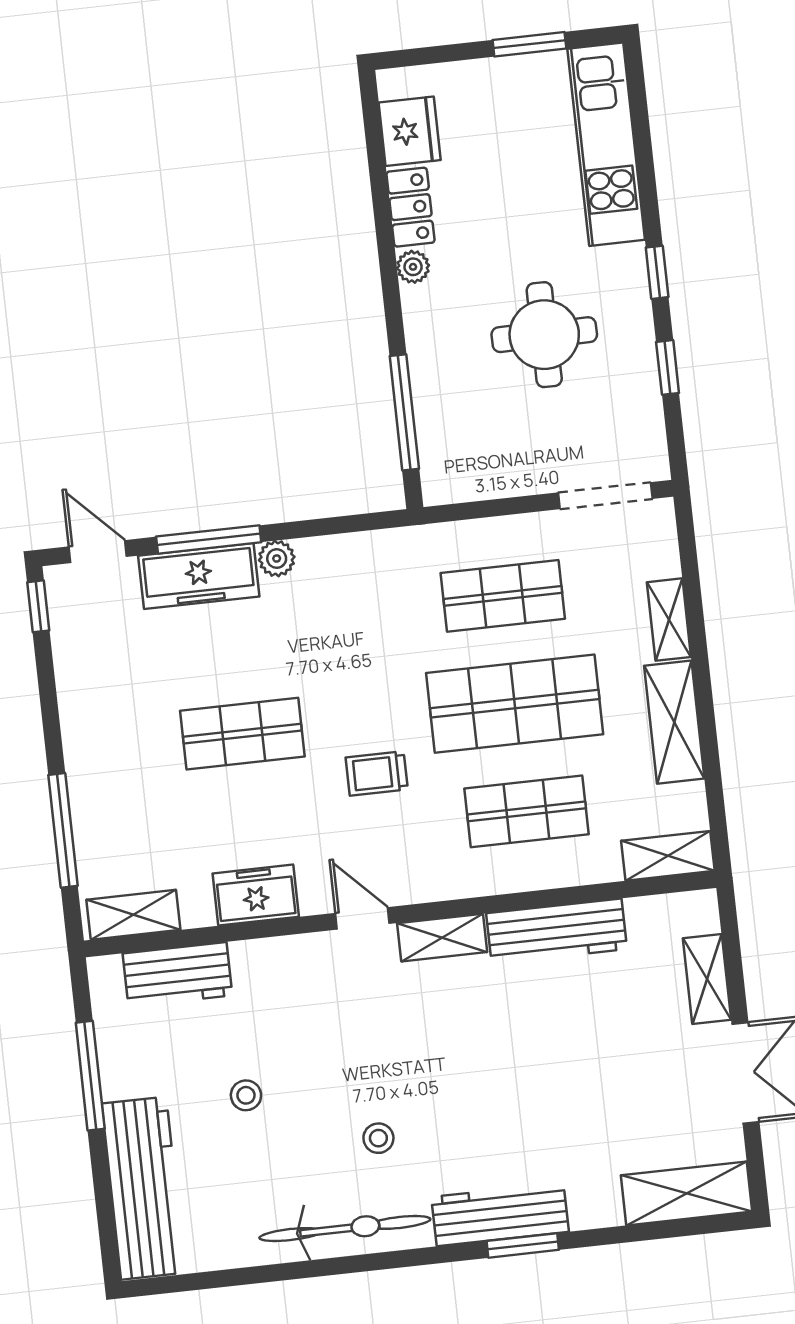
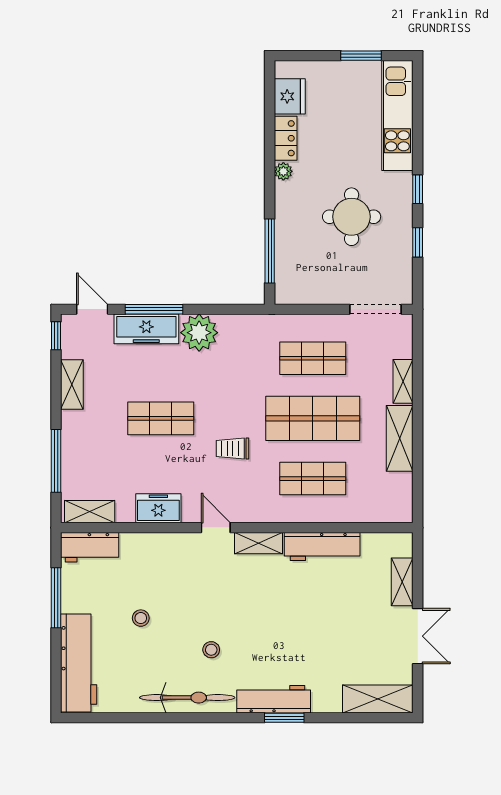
plant: (277, 559) -> (199, 333), width x1.88, depth x1.88
shelving: (668, 856) -> (72, 385), moved, turned 90
workbench: (178, 974) -> (90, 547), moved

